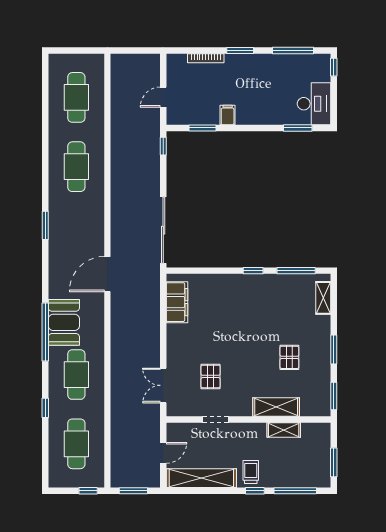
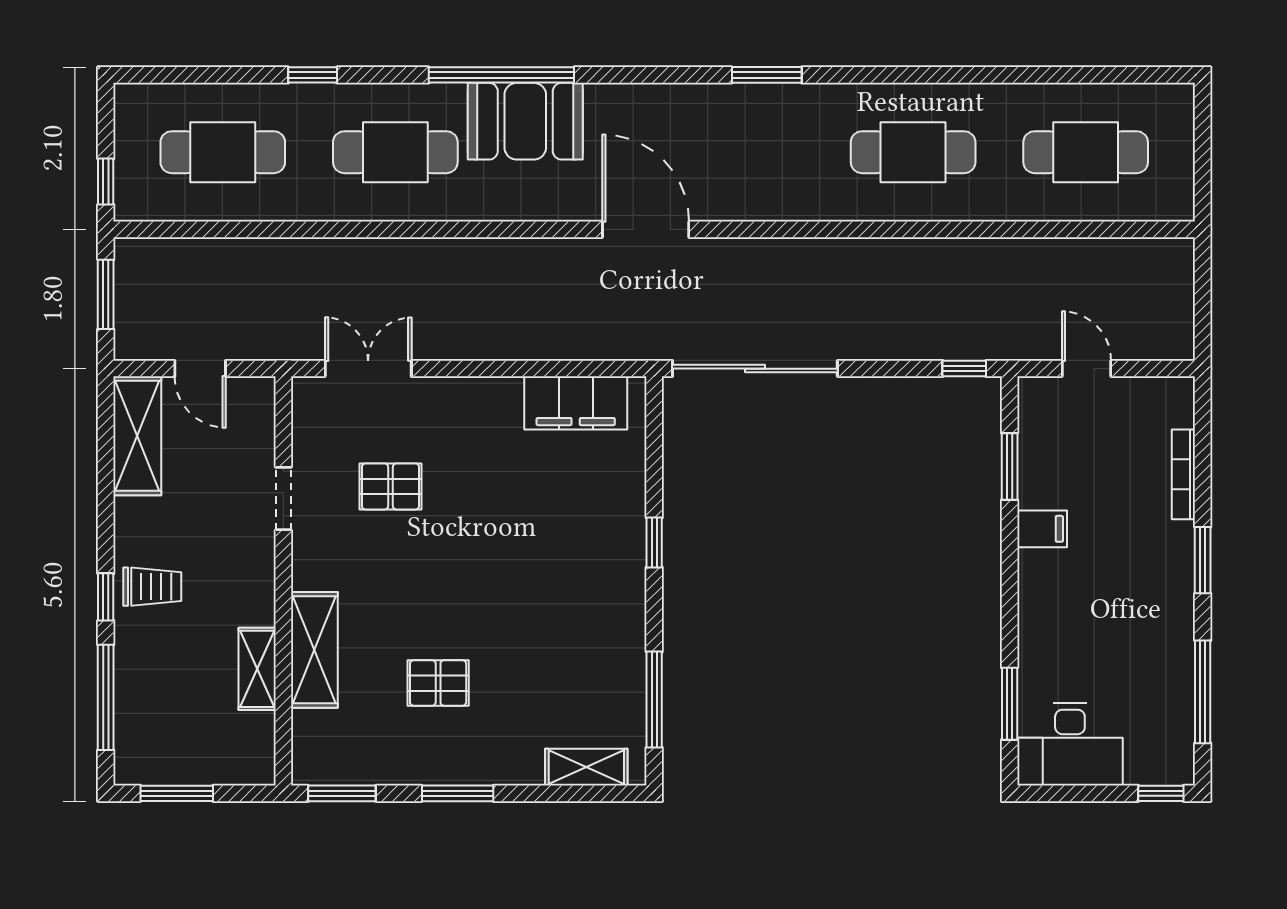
window: (253, 271) -> (654, 543), moved
shelving: (201, 478) -> (137, 436), width x0.68

